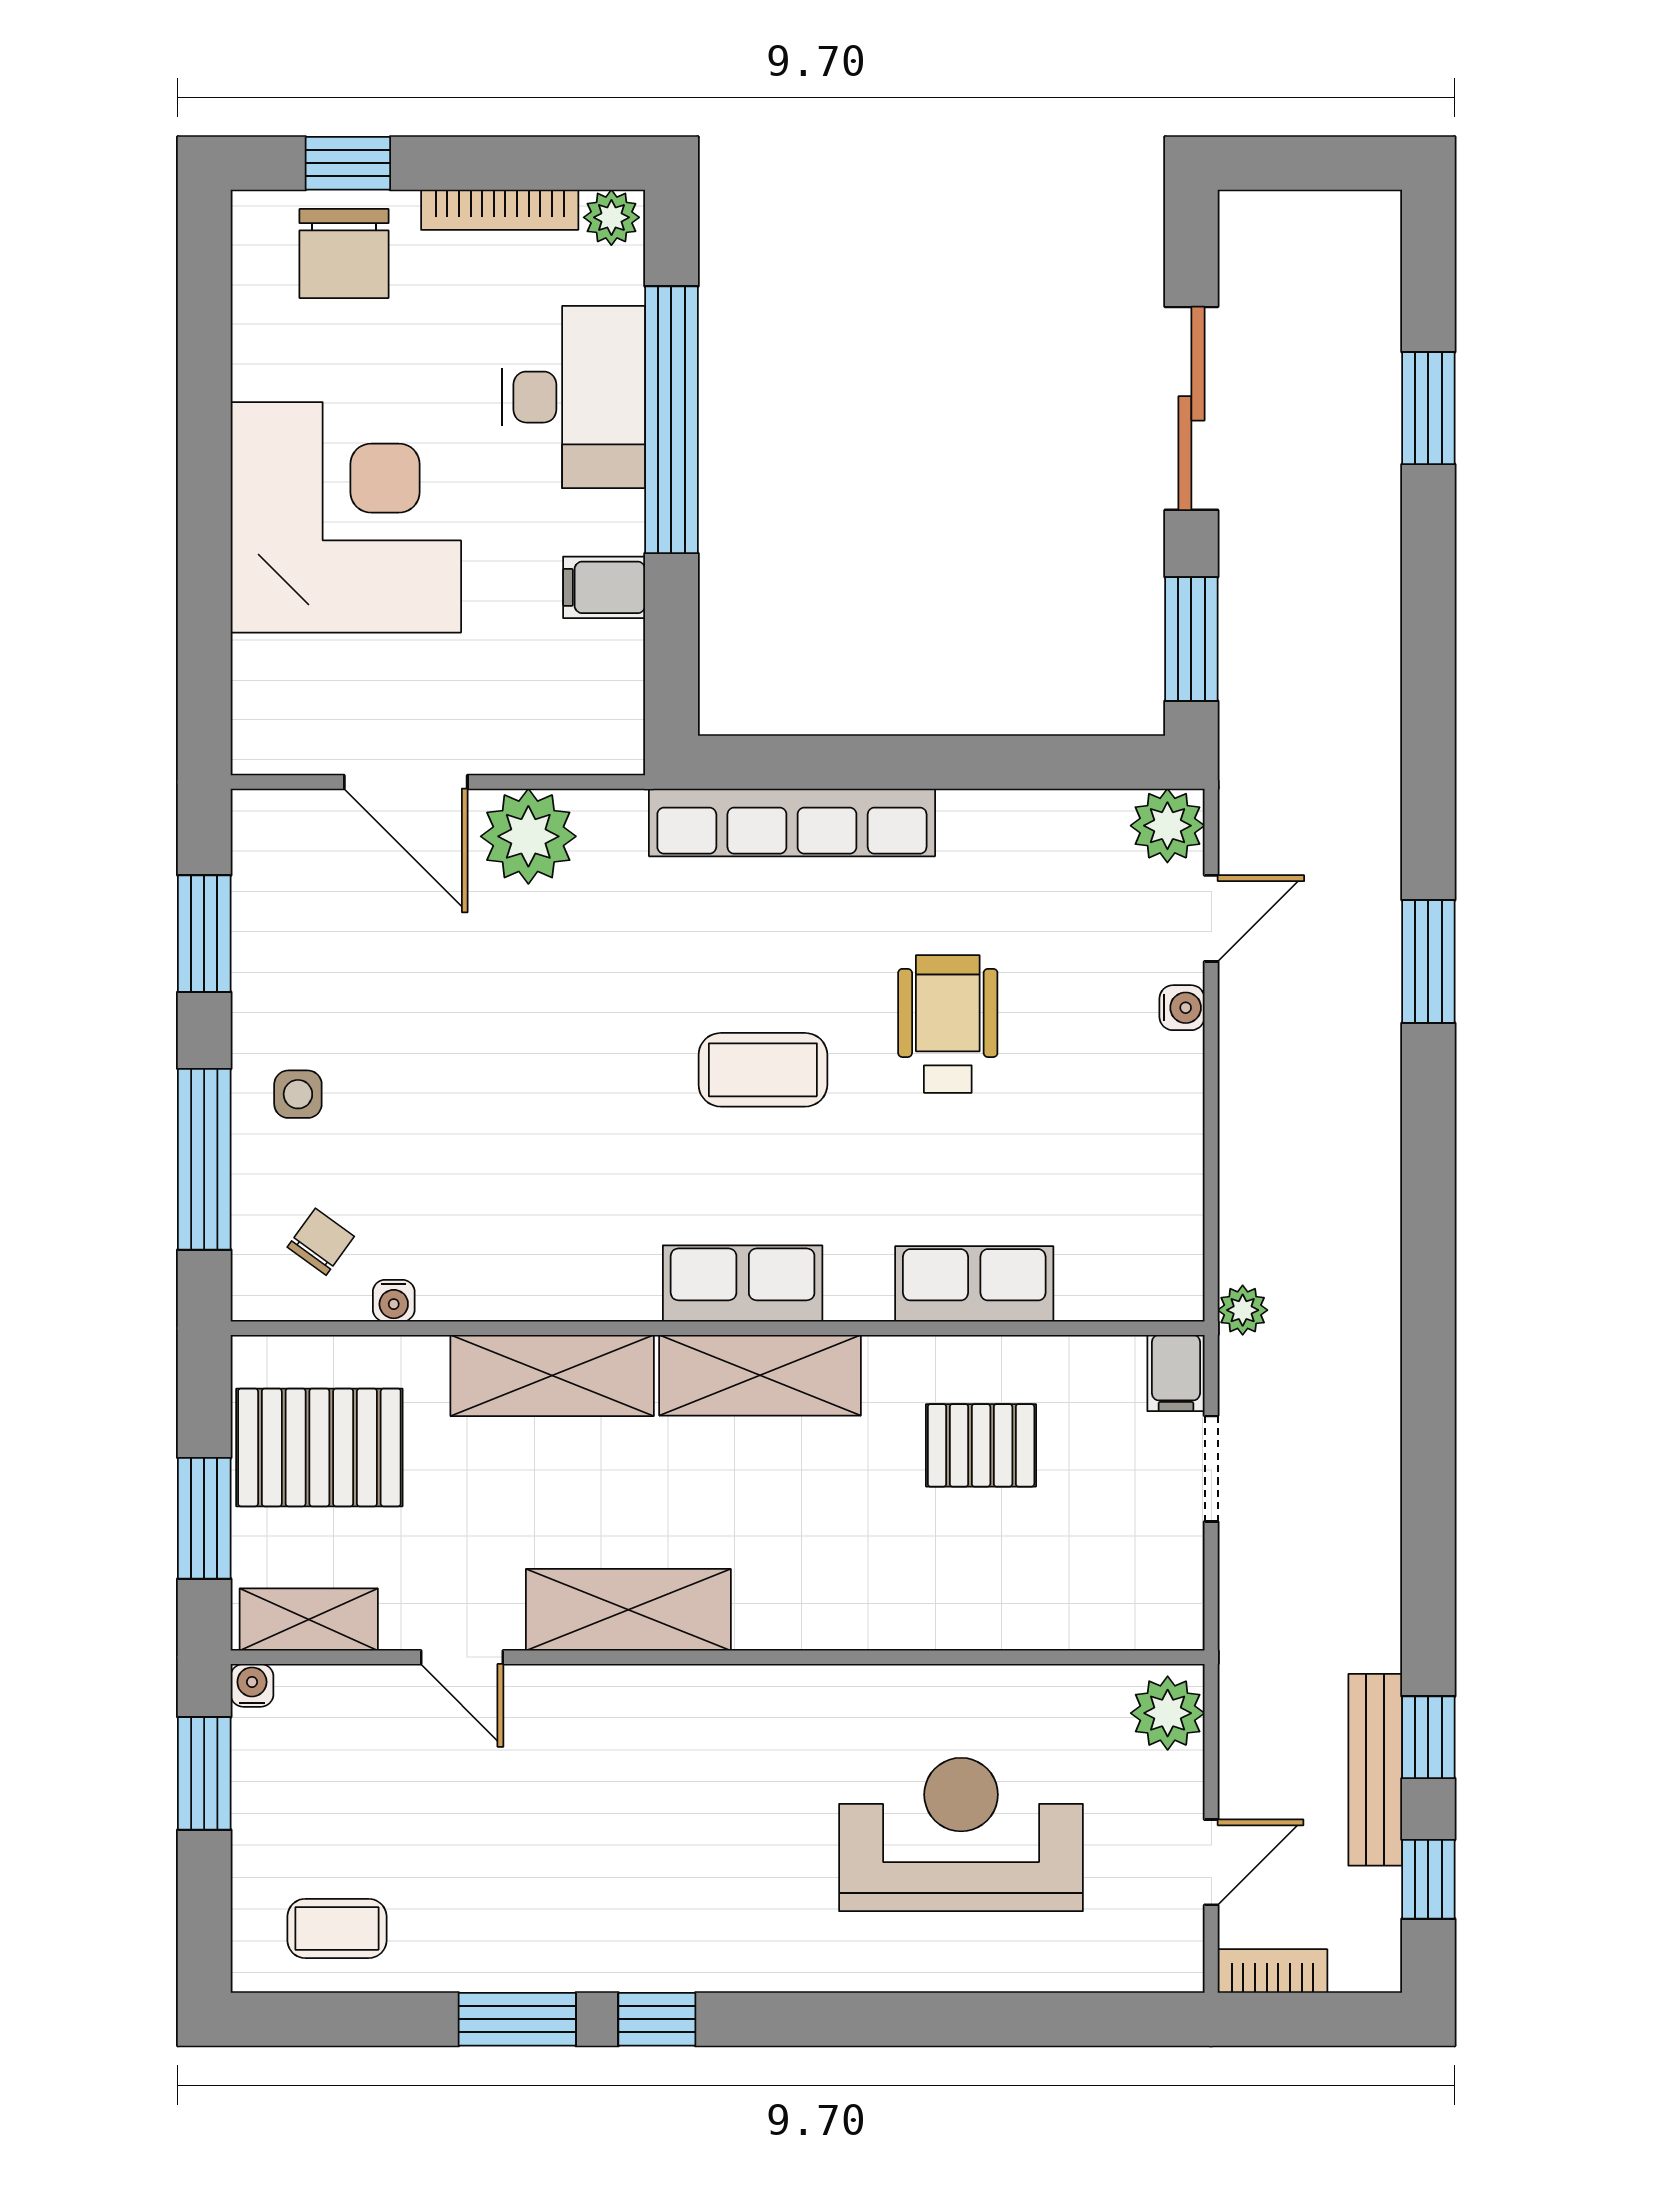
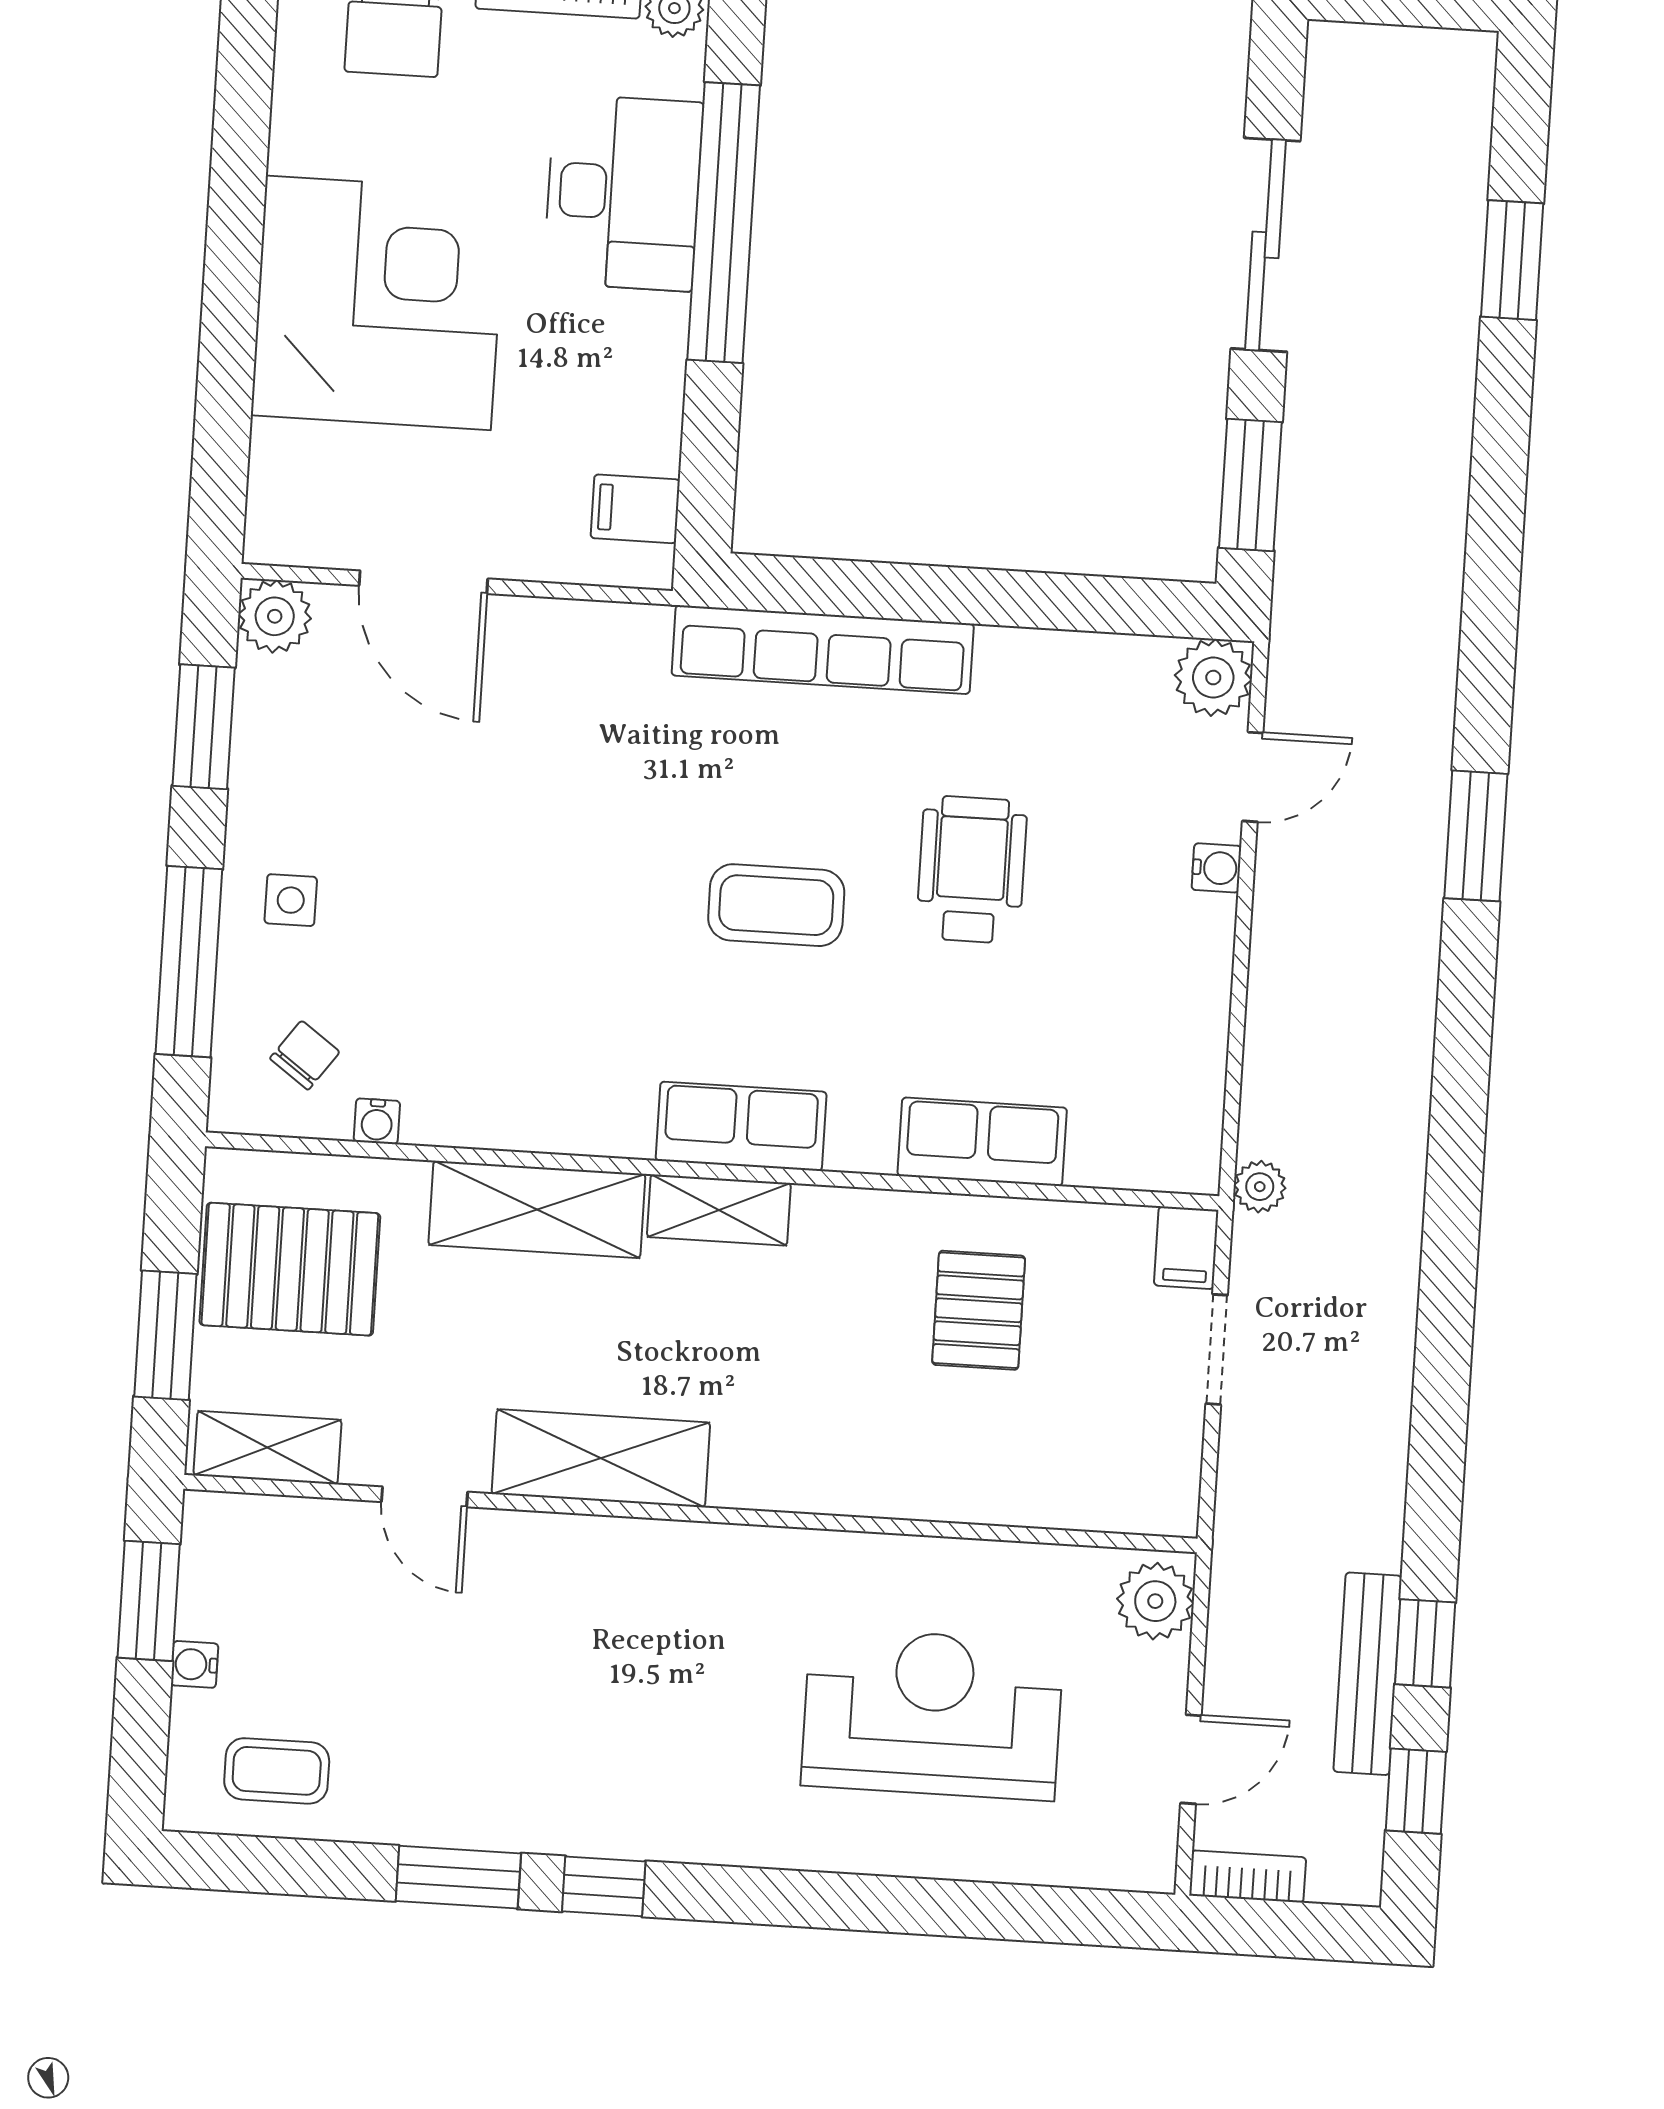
filing cabinet: (604, 587) -> (635, 509), moved
plant: (528, 836) -> (275, 616), moved, width x0.73, depth x0.73
shelving: (760, 1375) -> (719, 1210), width x0.67, depth x0.75
pallet: (981, 1445) -> (979, 1310), turned 90
water cooler: (252, 1685) -> (195, 1664), moved, turned -90

